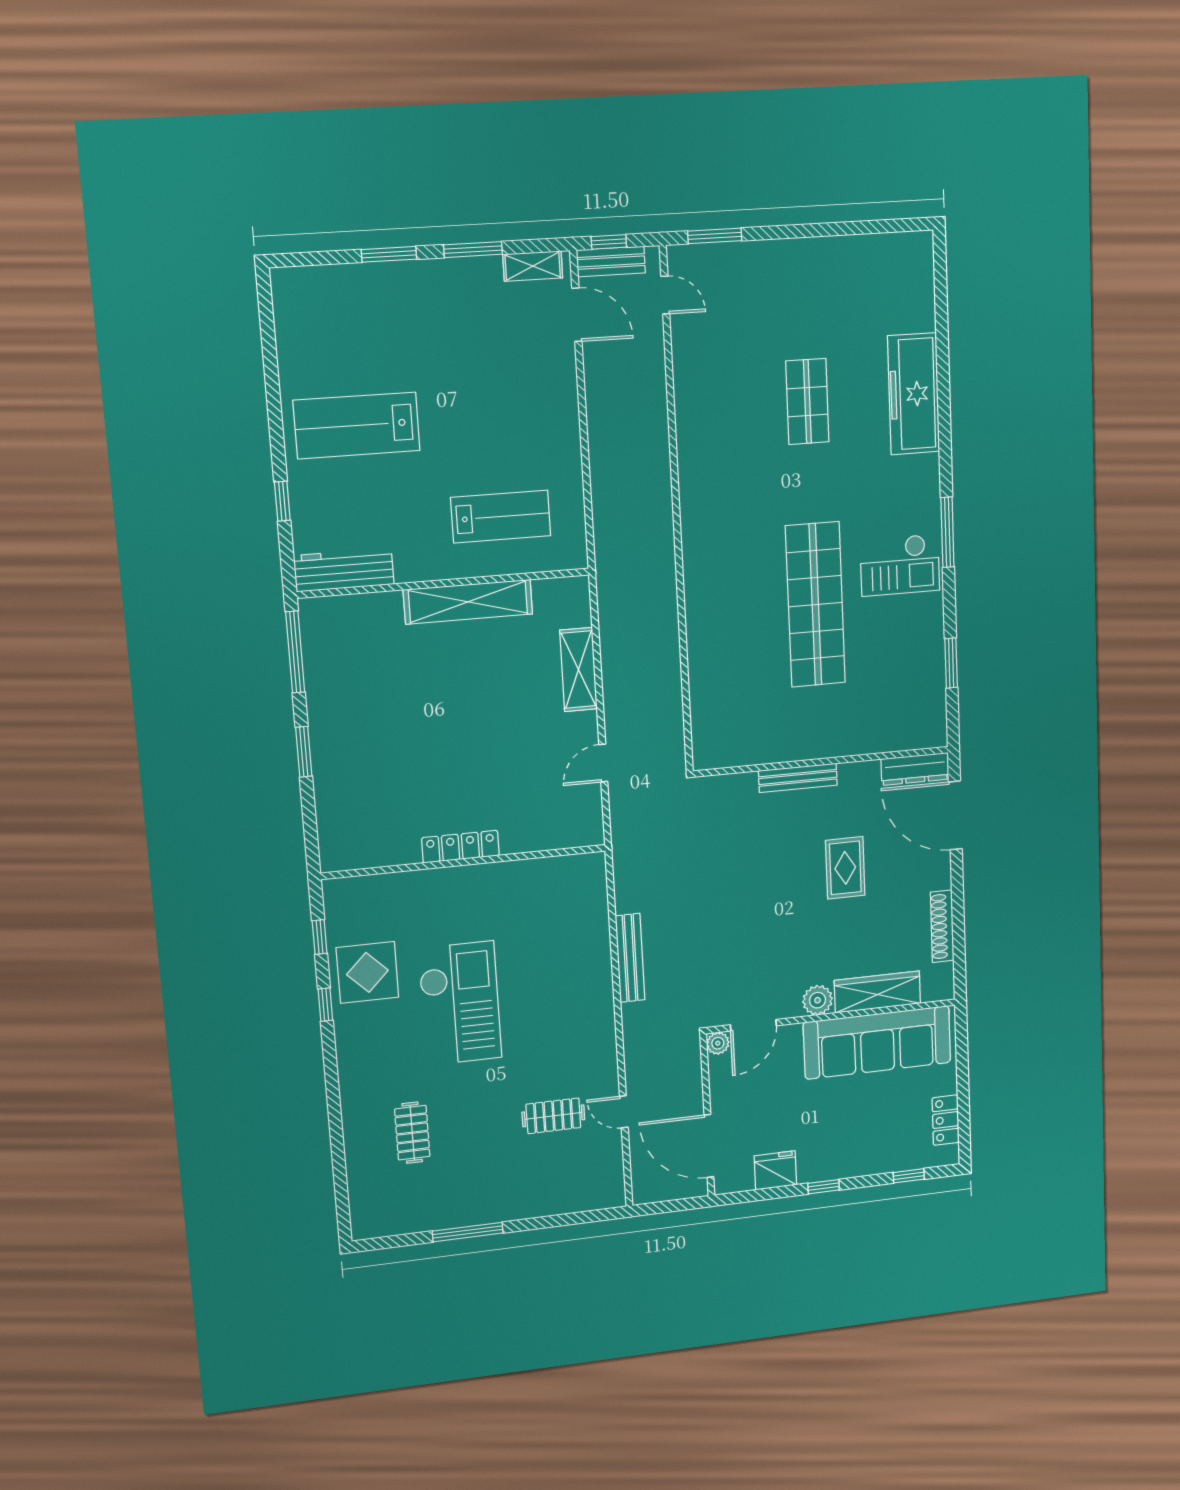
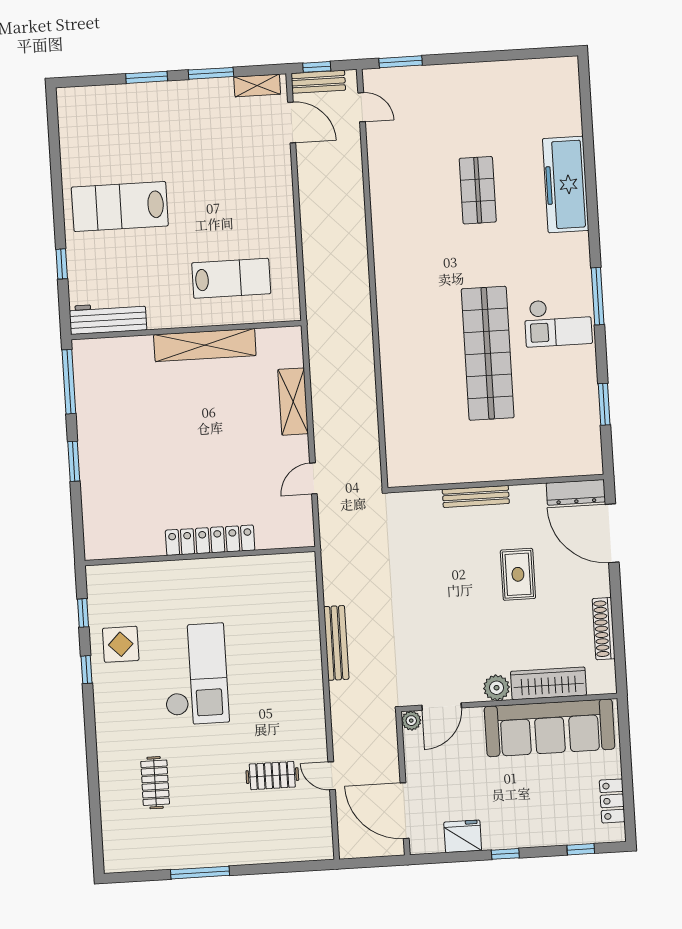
locker: (460, 847) -> (210, 540), width x1.41, depth x1.21
display table: (367, 972) -> (121, 644), width x0.73, depth x0.73

